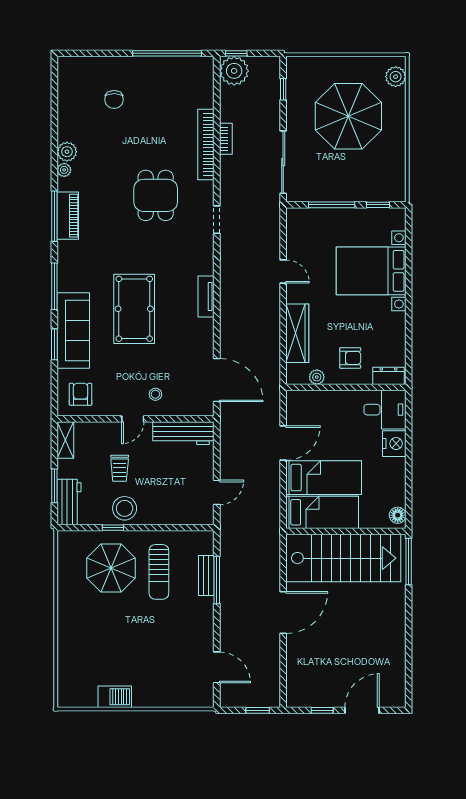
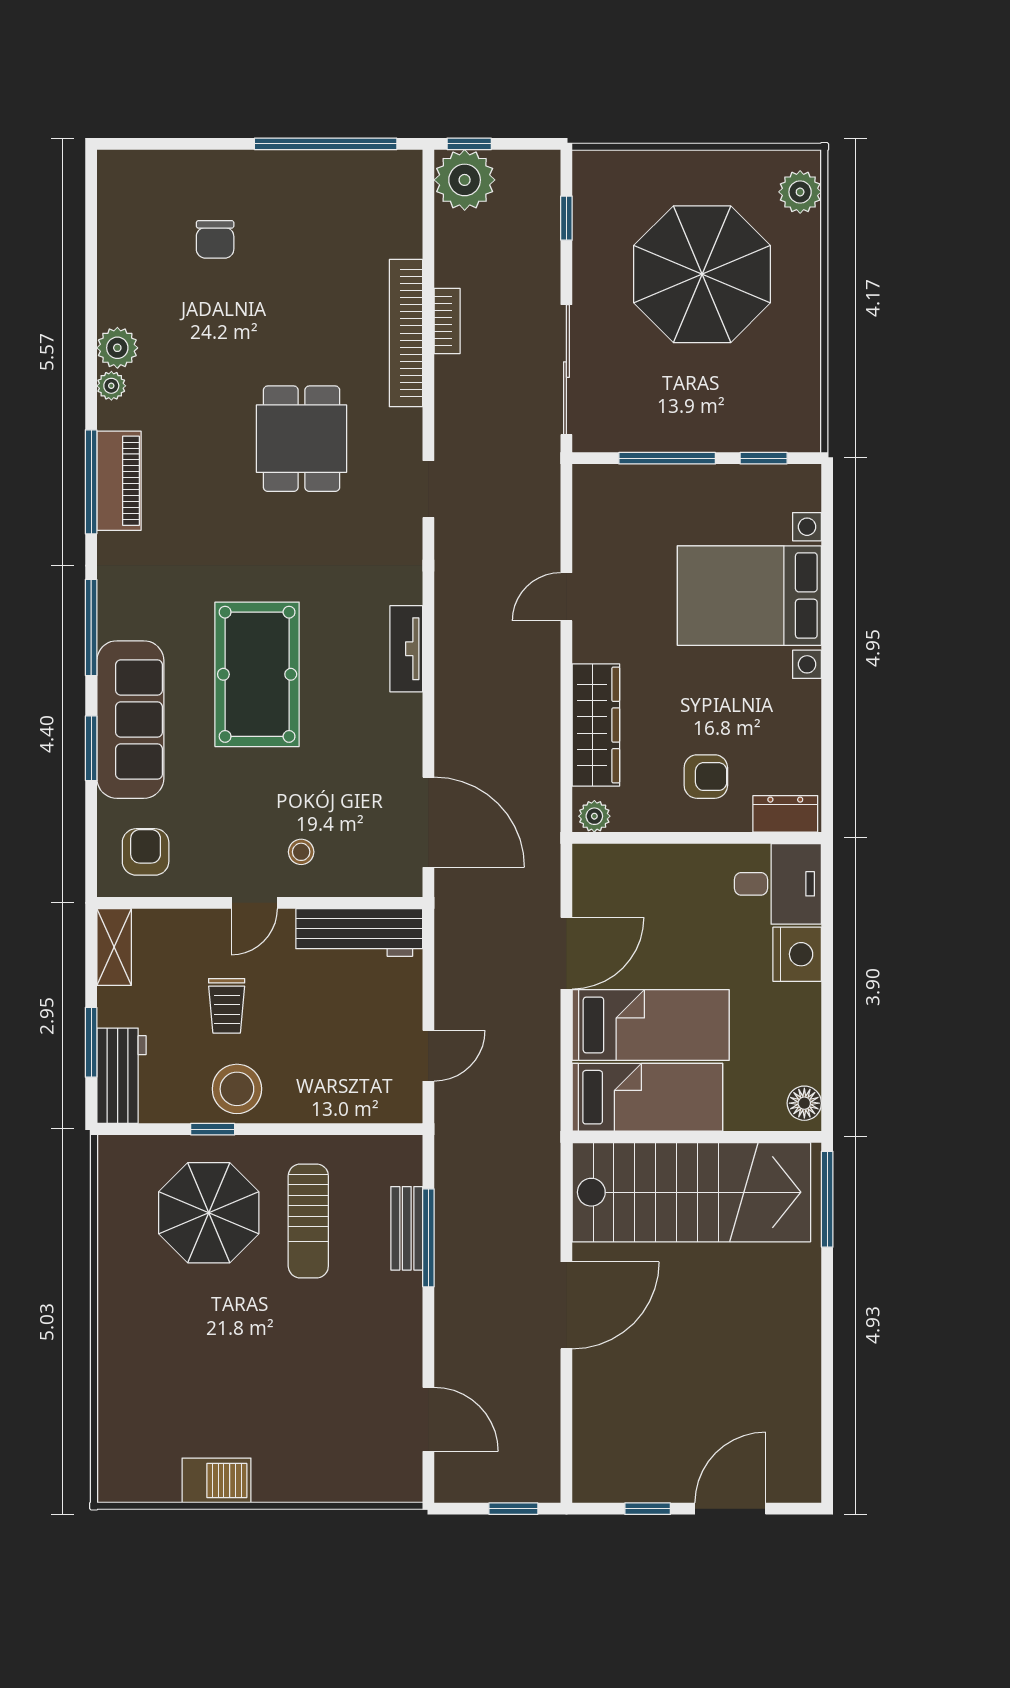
door: (283, 271) -> (566, 597), swing flipped
plant: (317, 377) -> (594, 816), moved

